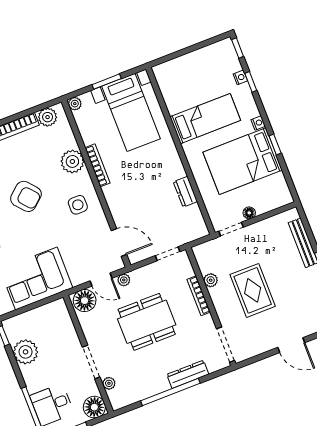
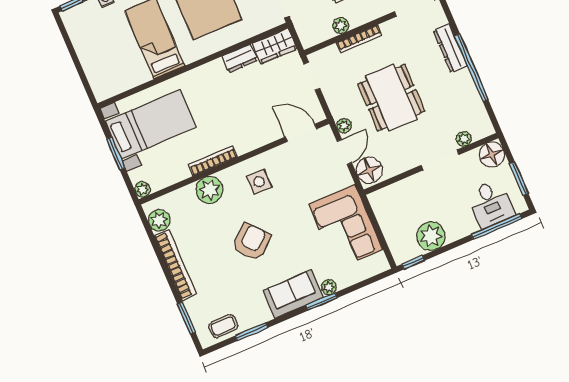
wardrobe: (195, 222) -> (275, 46), added
door: (119, 242) -> (301, 133), hinge flipped

